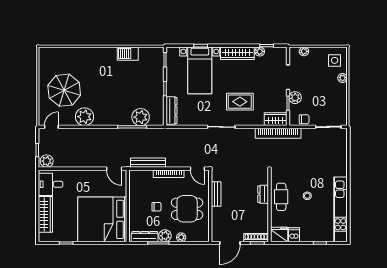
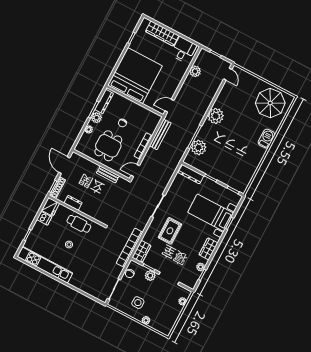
wardrobe: (237, 53) -> (208, 249), width x0.67
barbecue: (128, 54) -> (267, 139), moved
side table: (335, 60) -> (138, 303), moved
parasol: (64, 90) -> (270, 103), moved
plant: (85, 117) -> (216, 116), moved
plant: (47, 161) -> (195, 71), moved
dresser: (263, 194) -> (73, 203), moved

